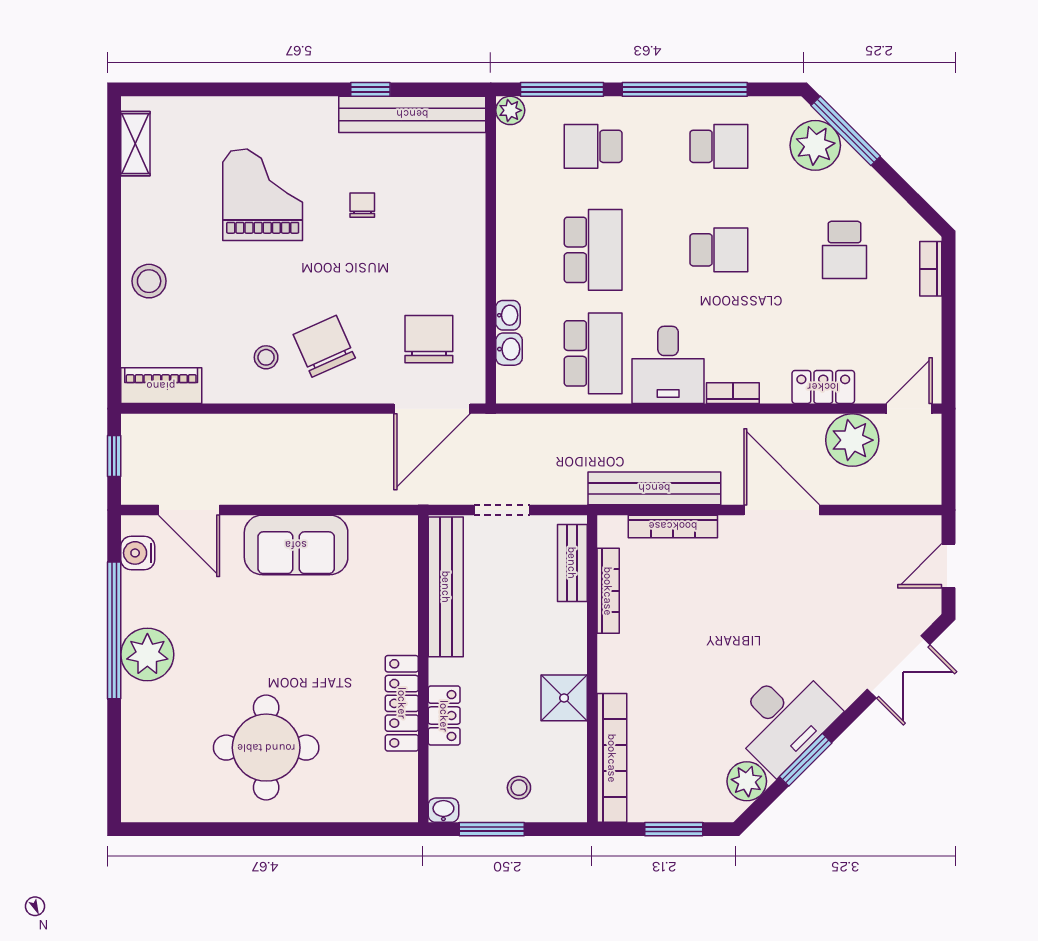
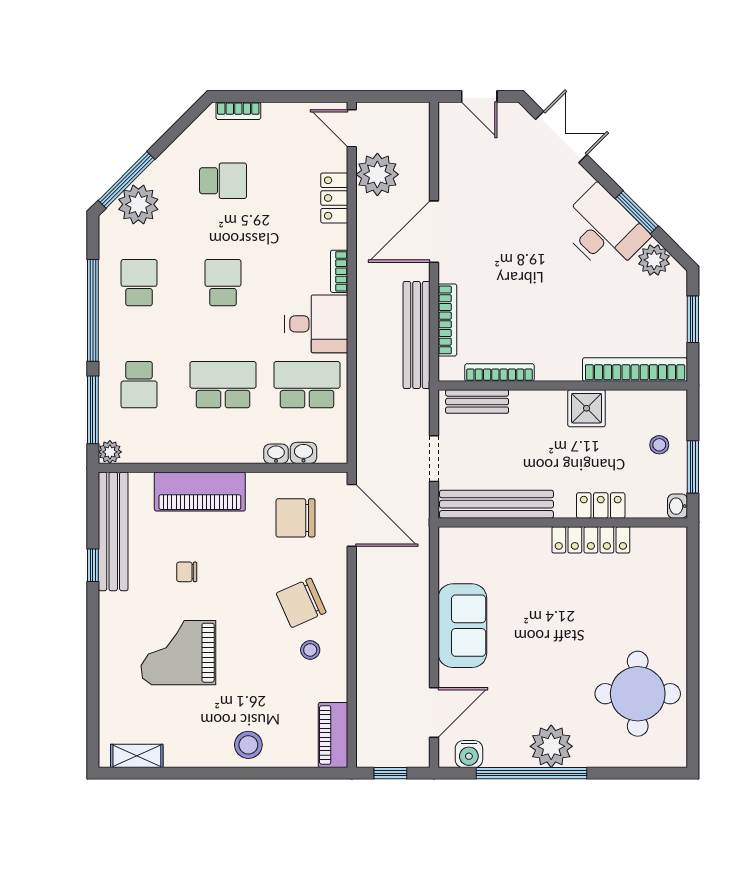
piano: (461, 221) -> (200, 491), added
round table: (266, 748) -> (638, 694), moved

